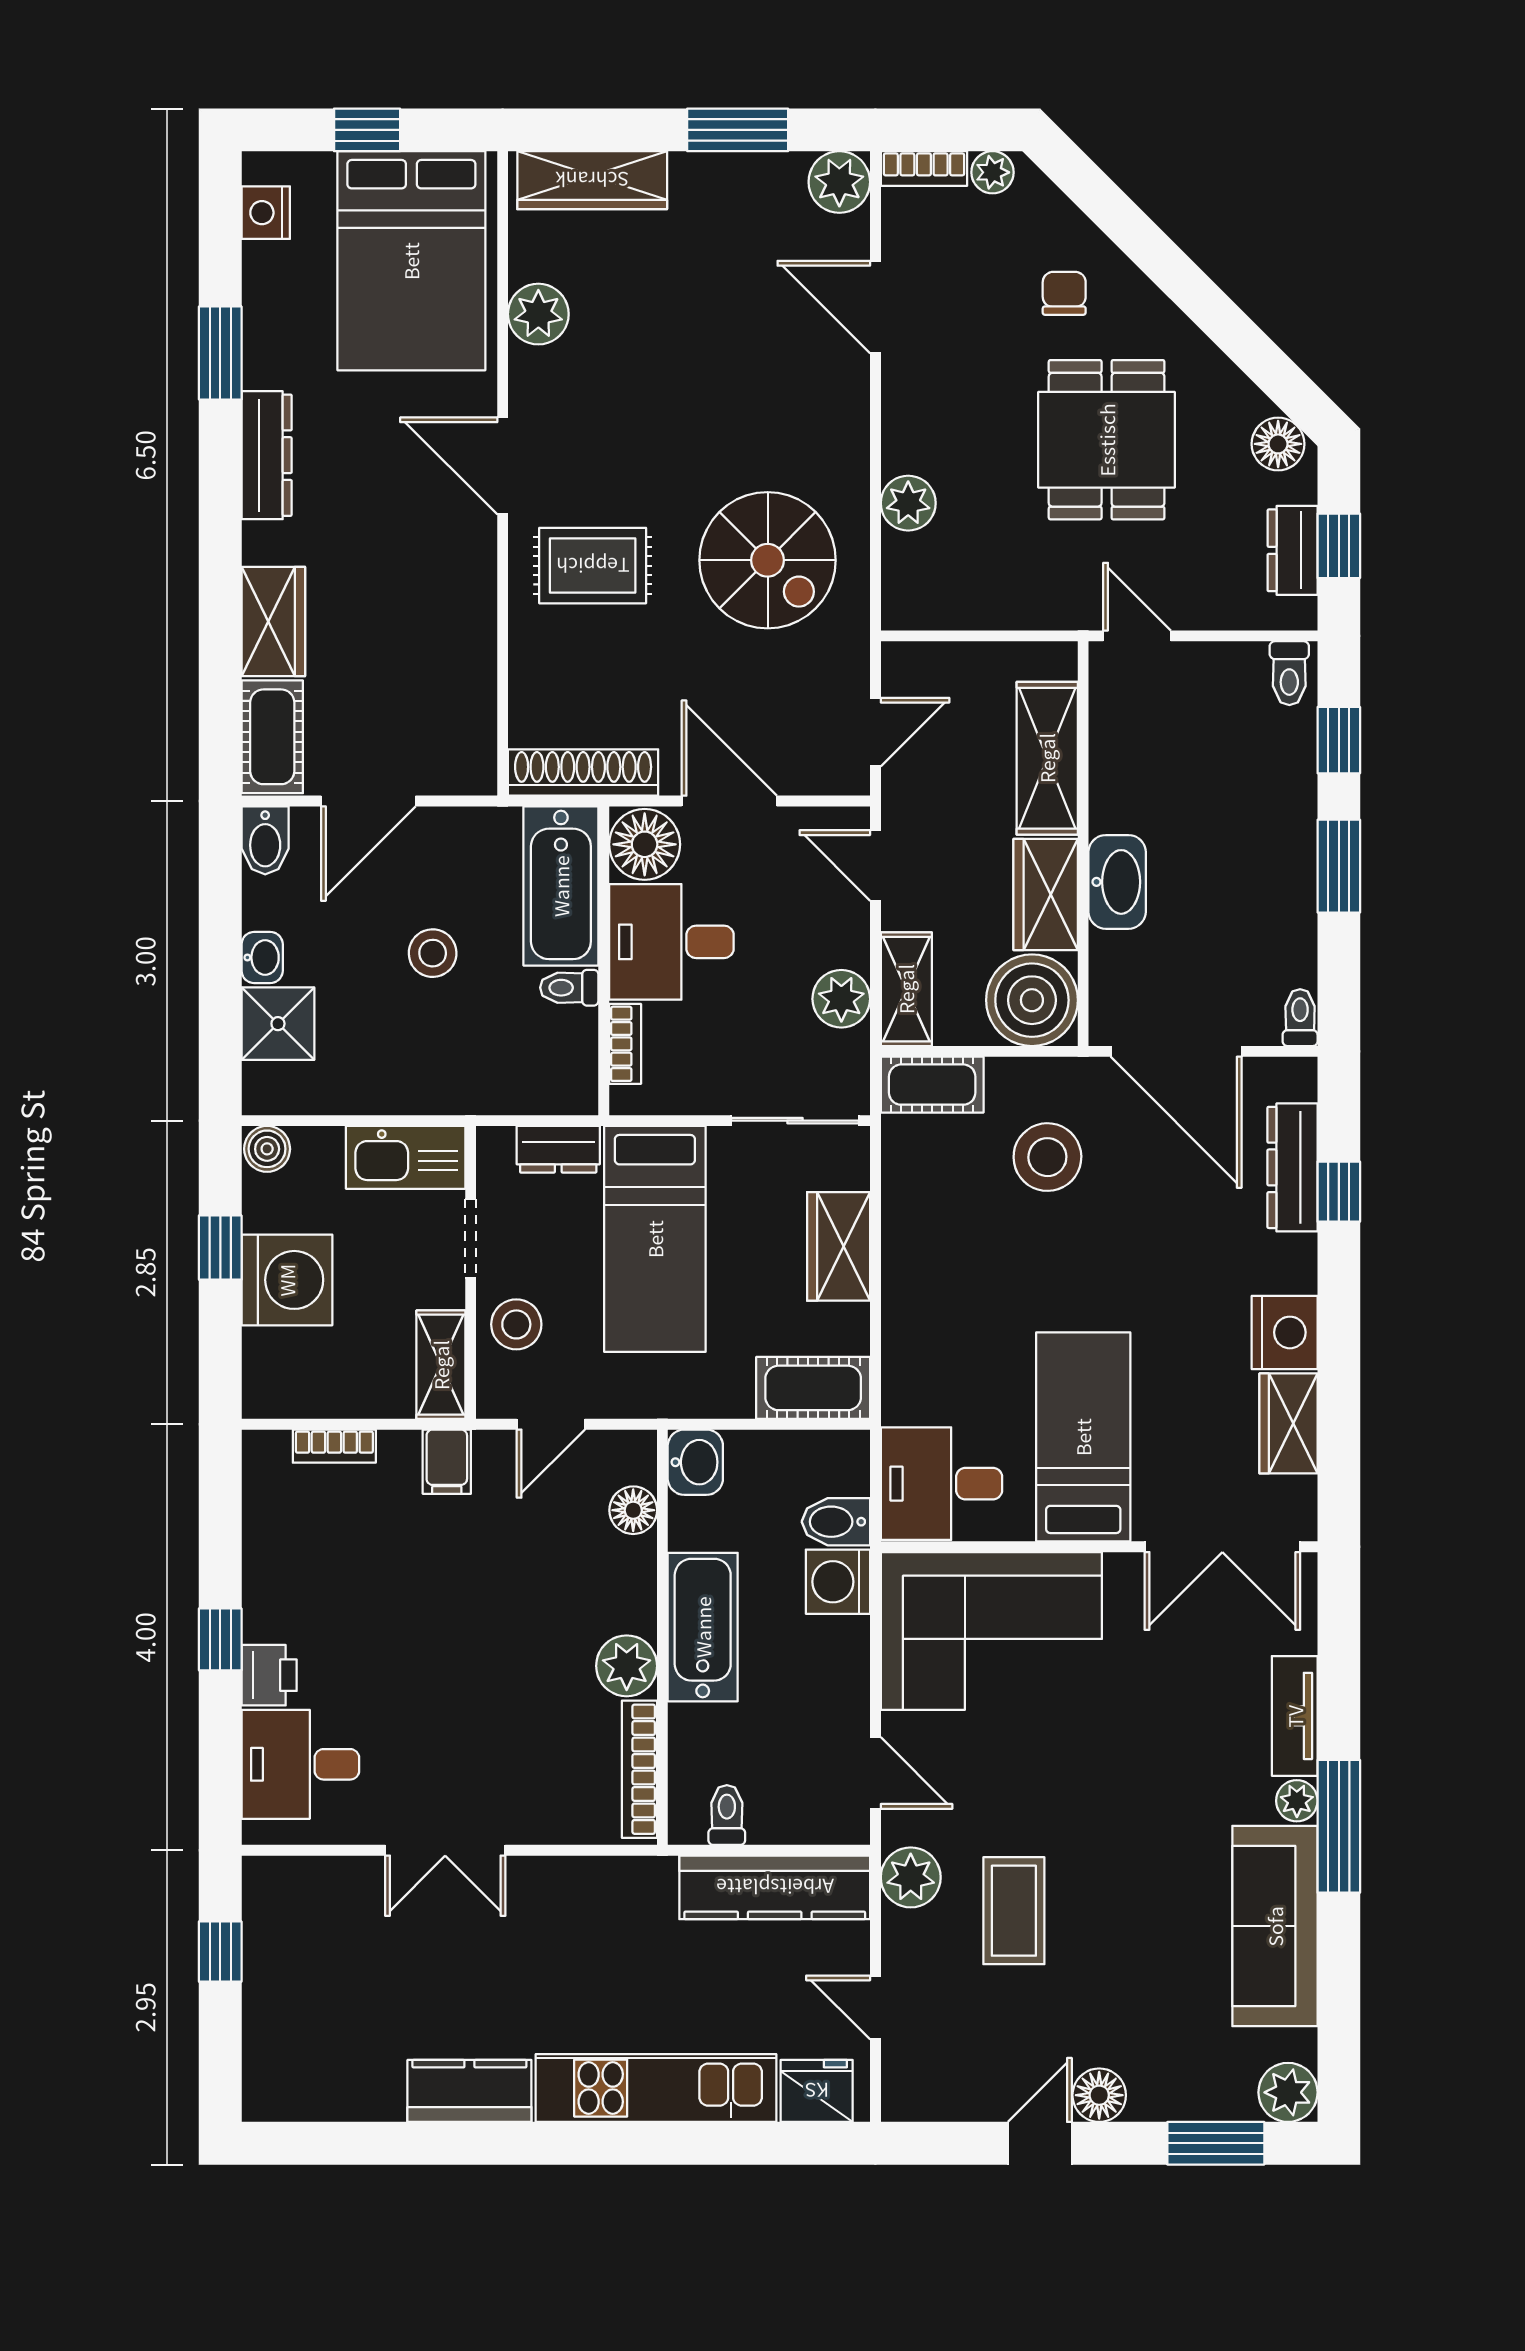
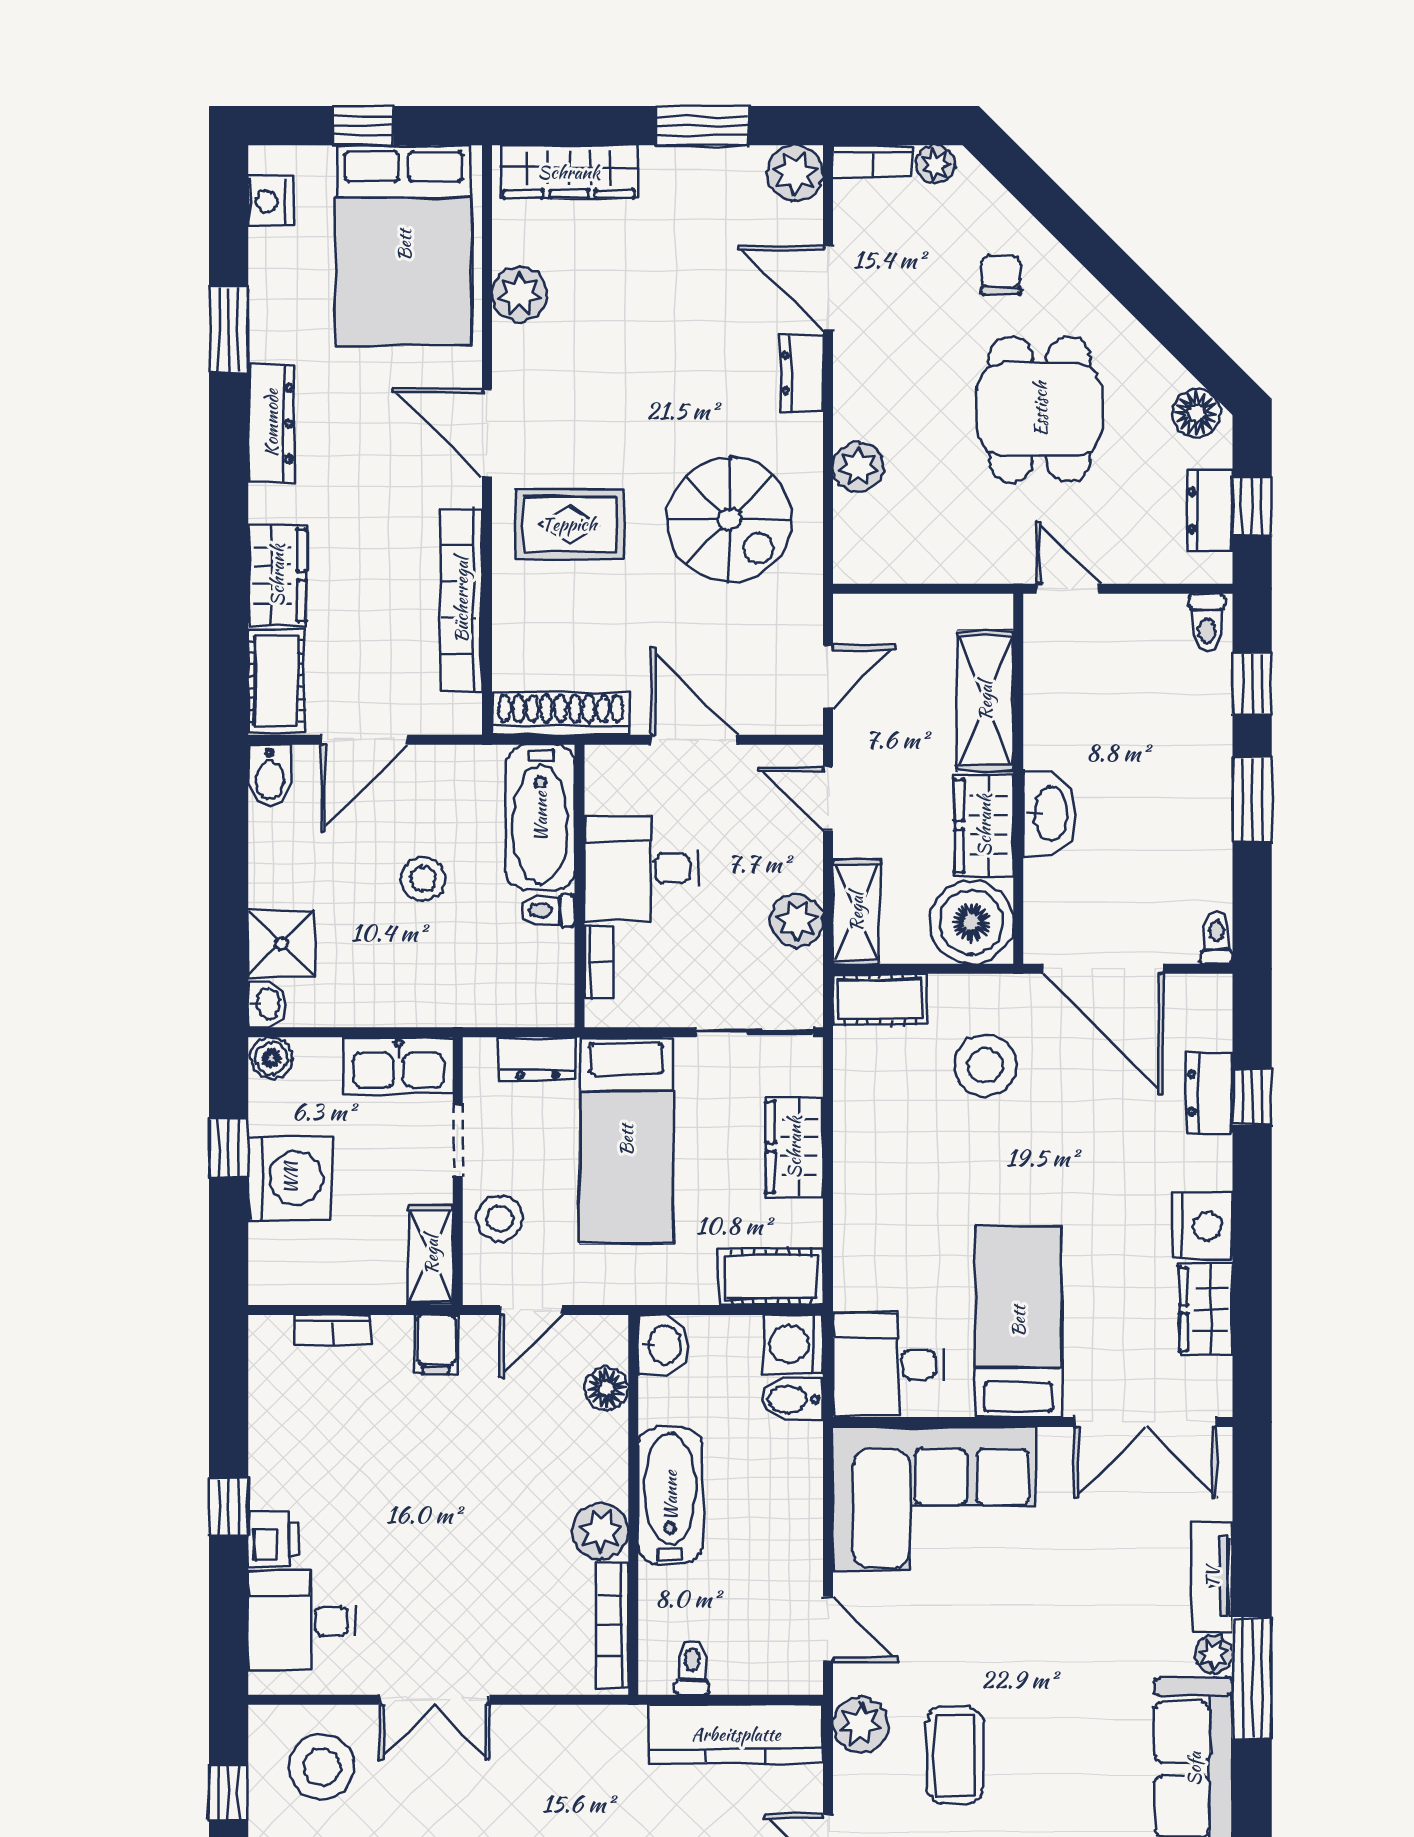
dresser: (847, 400) -> (802, 373), added
bookcase: (475, 648) -> (461, 600), added
floor lamp: (645, 844) -> (617, 779), removed
washbasin: (262, 957) -> (267, 1004), moved
dresser: (1292, 1167) -> (1210, 1093), width x0.70
washing machine: (838, 1582) -> (794, 1344), moved
stool: (322, 1924) -> (322, 1767), added

